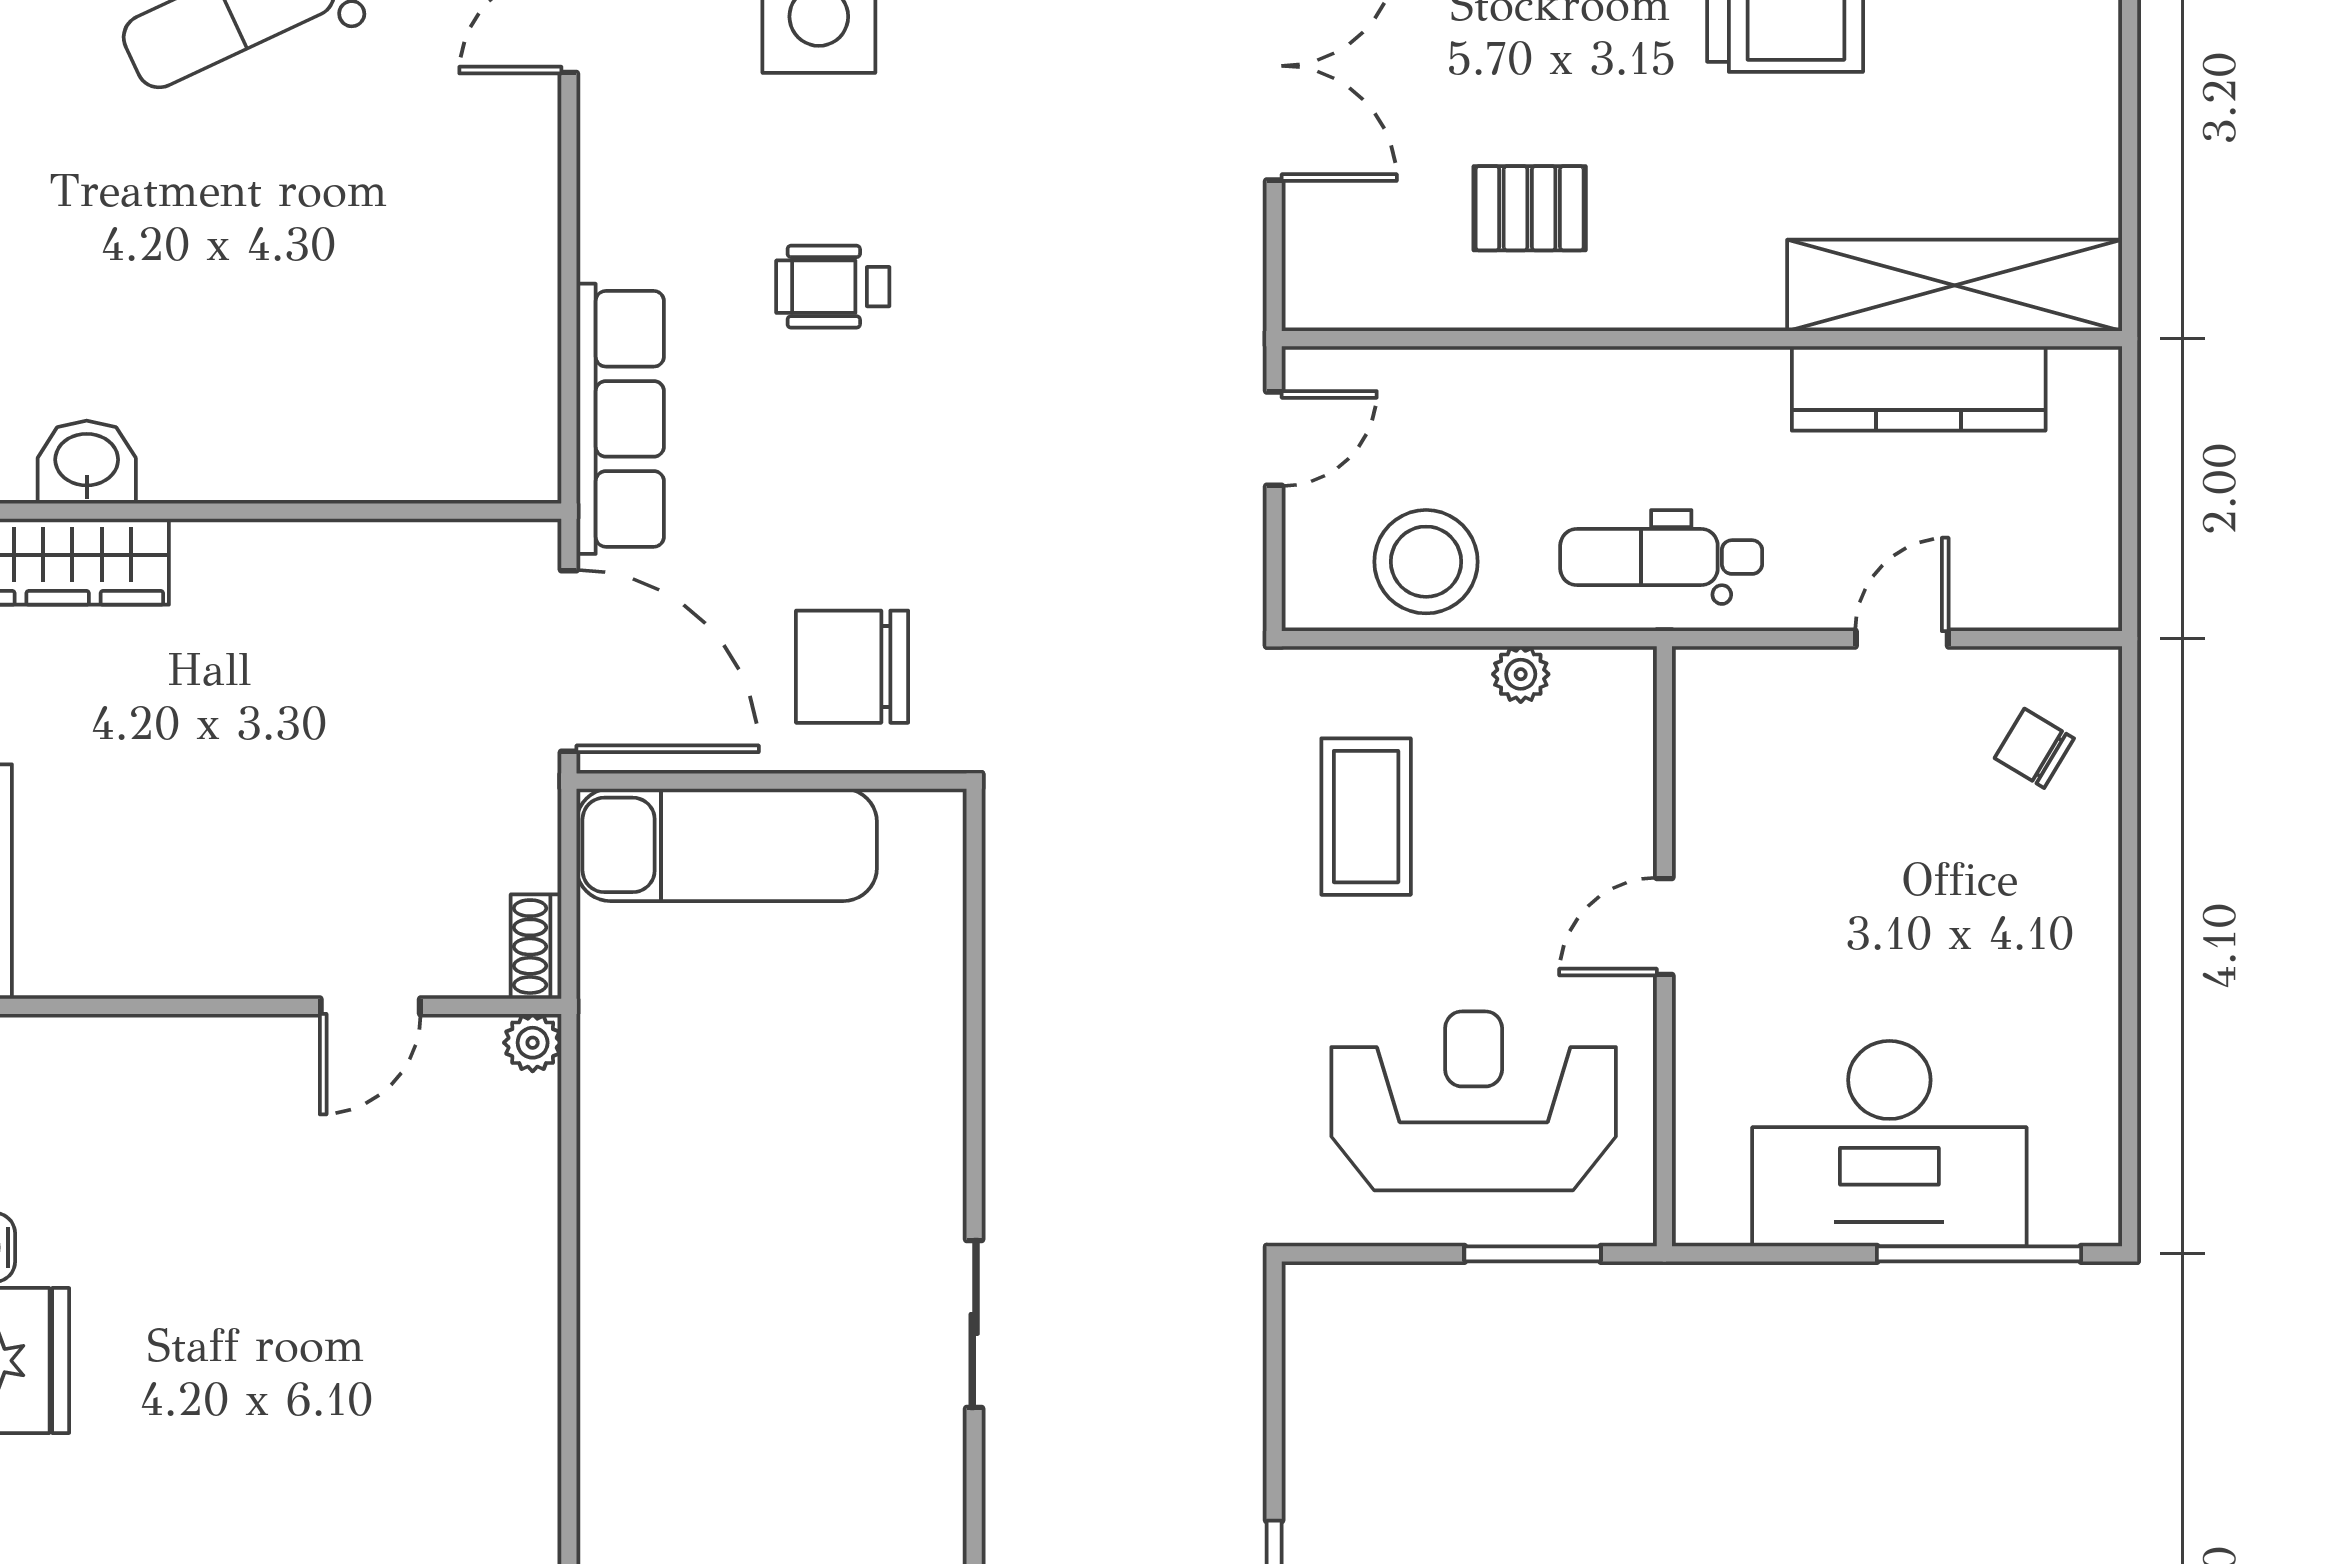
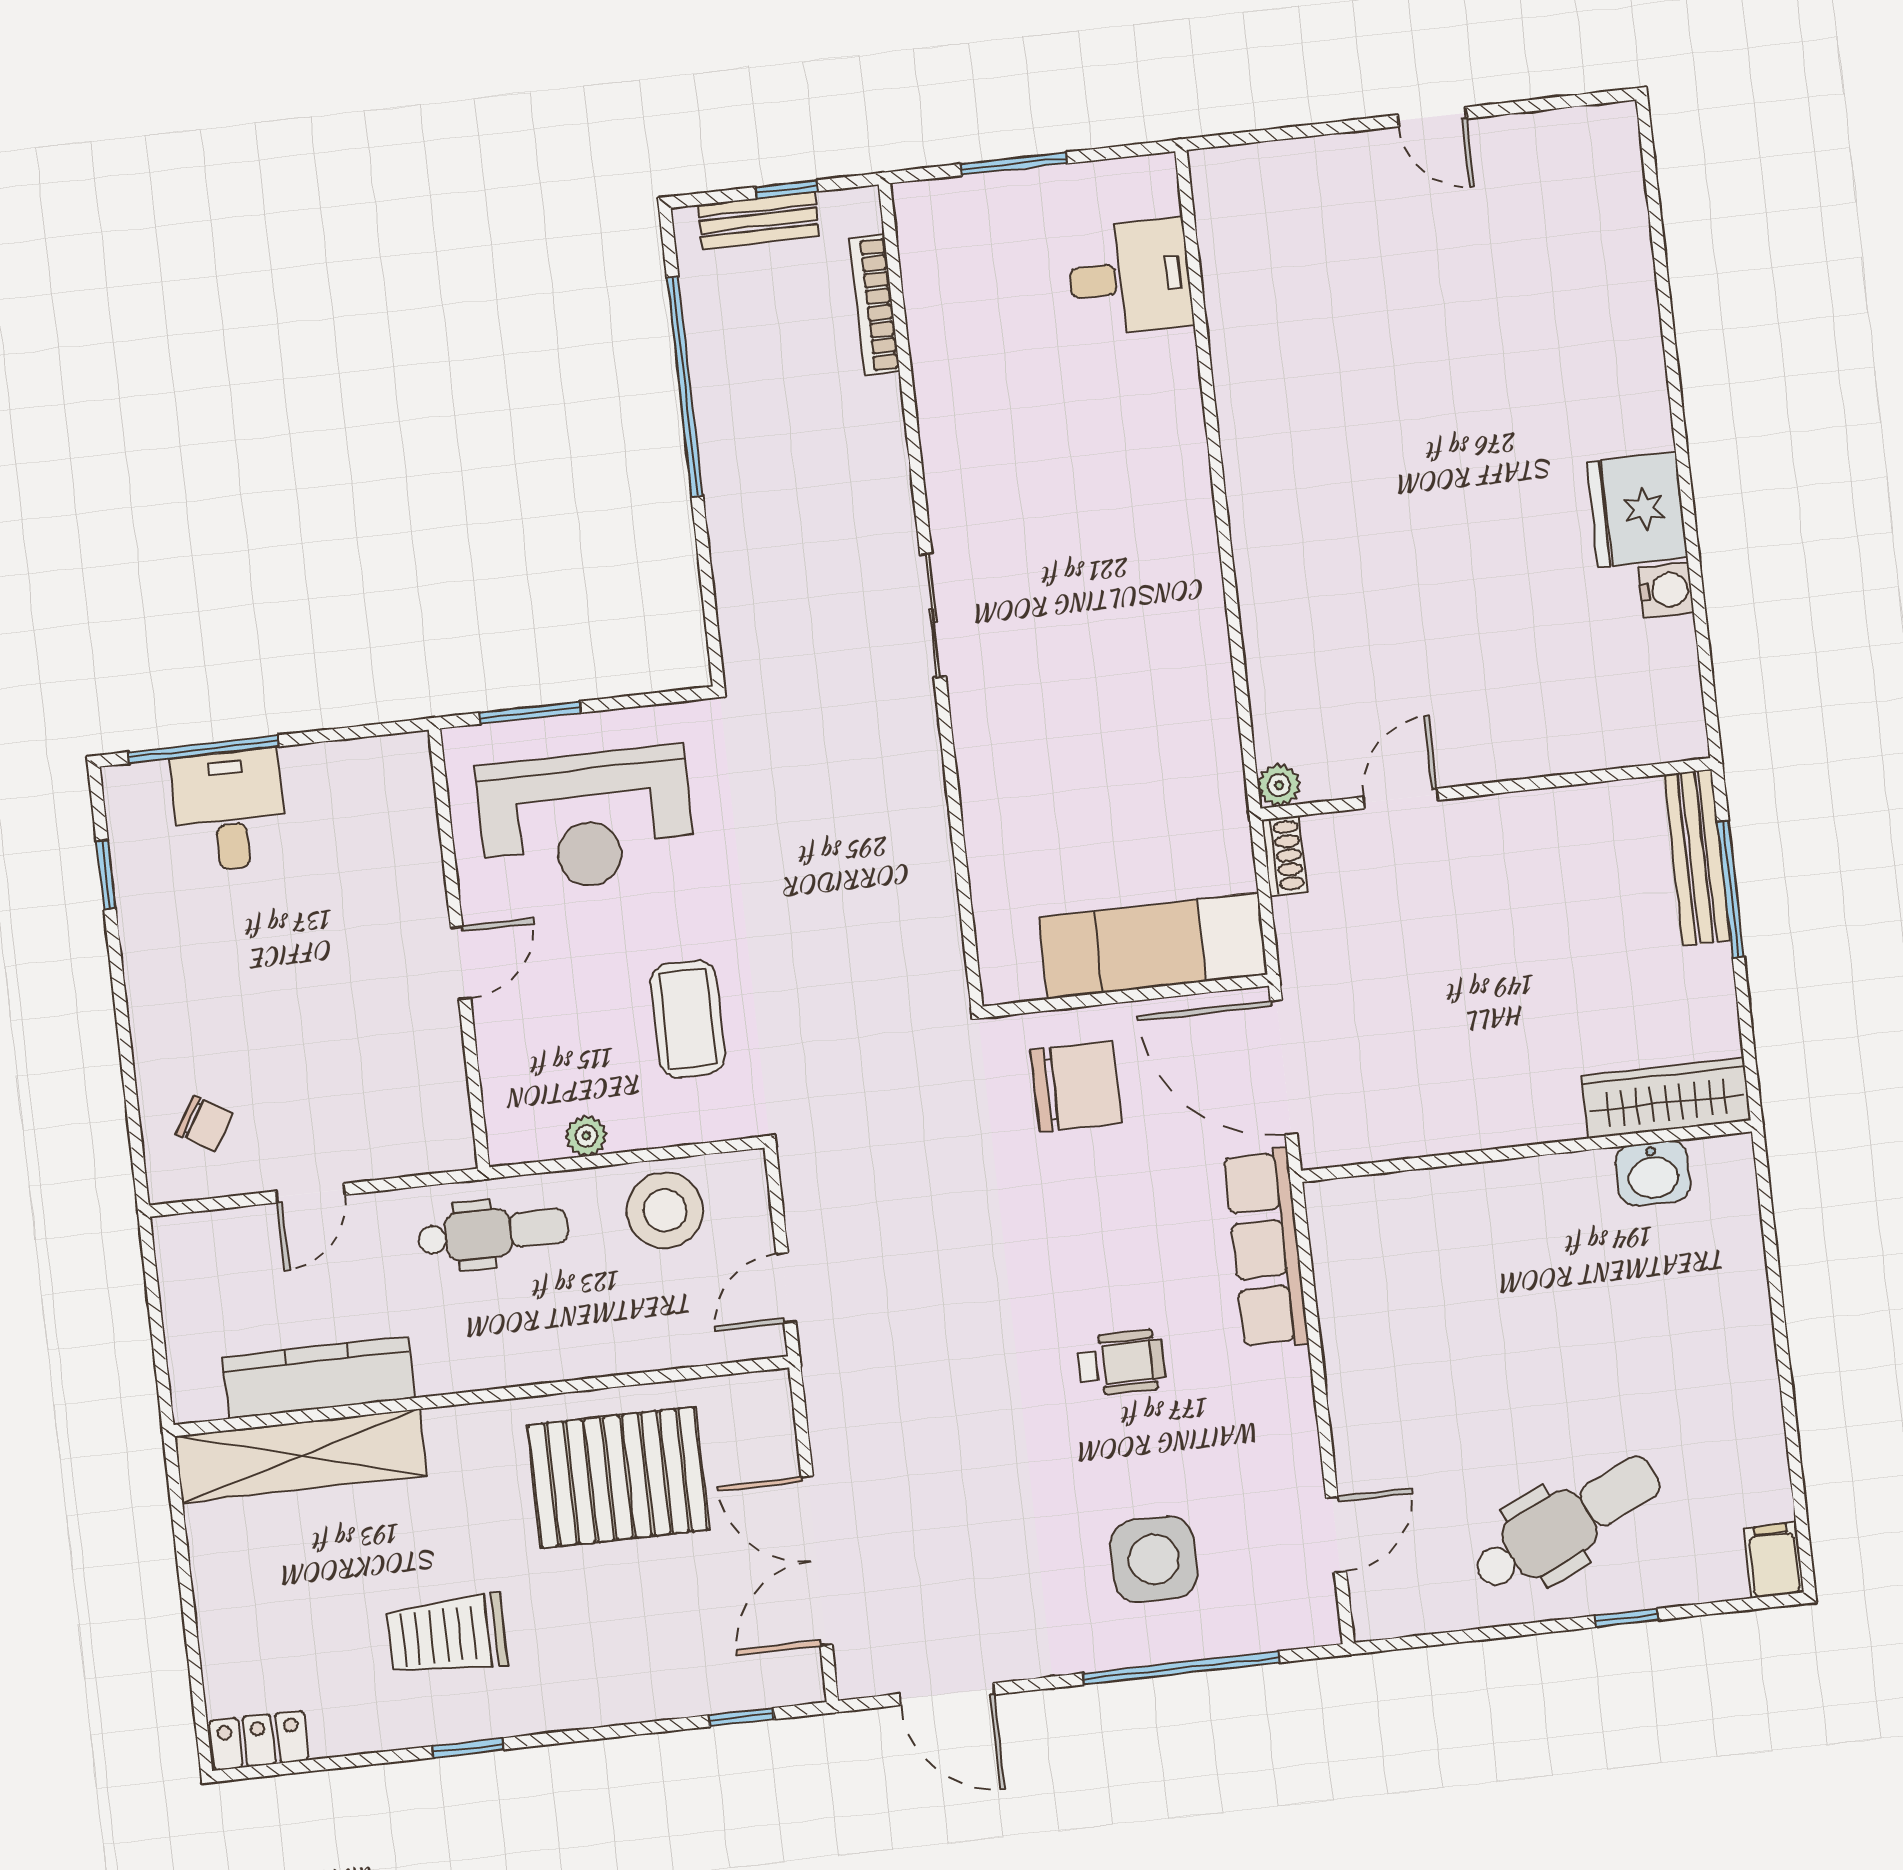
pallet: (1530, 208) -> (618, 1477), width x2.05, depth x2.00
window: (2130, 1099) -> (106, 875), added
desk: (1889, 1144) -> (229, 810), width x0.53, depth x0.77

